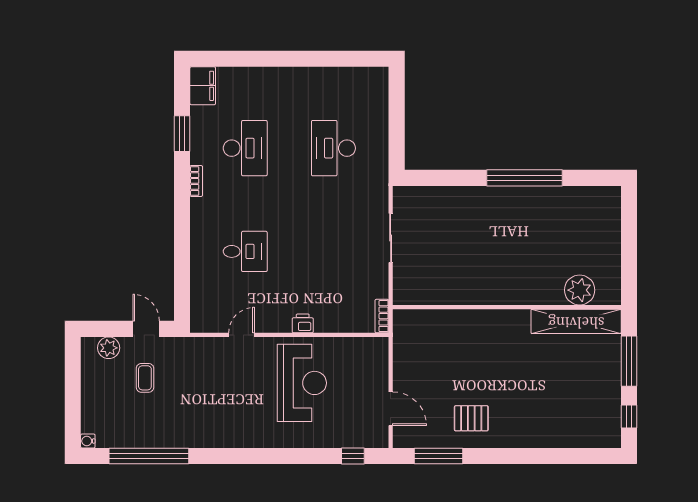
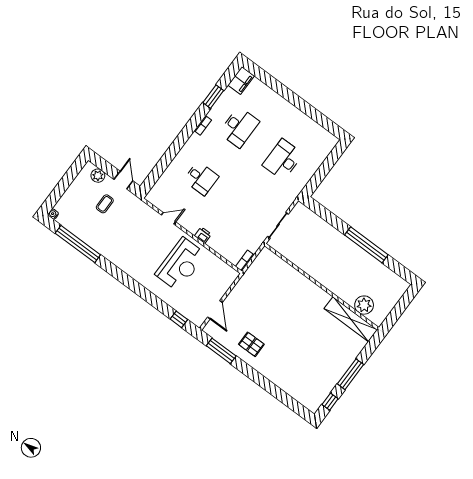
plant: (580, 290) -> (364, 305), moved
wall: (507, 307) -> (322, 287), moved
shelving: (576, 321) -> (351, 319), moved

